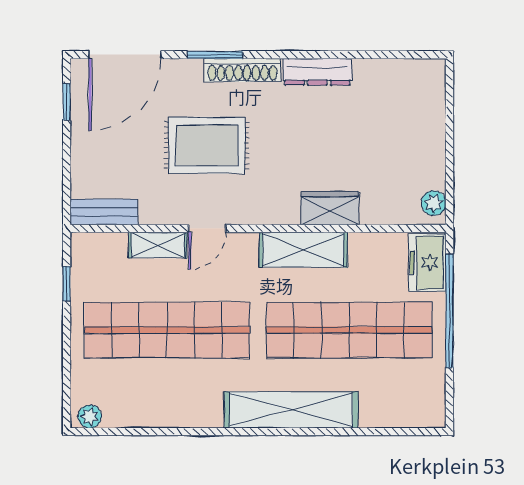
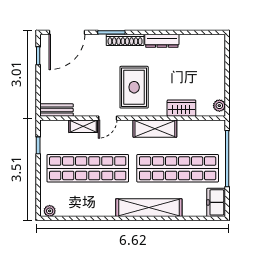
rug: (207, 145) -> (134, 87), moved, turned 90
wardrobe: (330, 208) -> (181, 108), moved
freezer: (427, 263) -> (216, 202), moved

